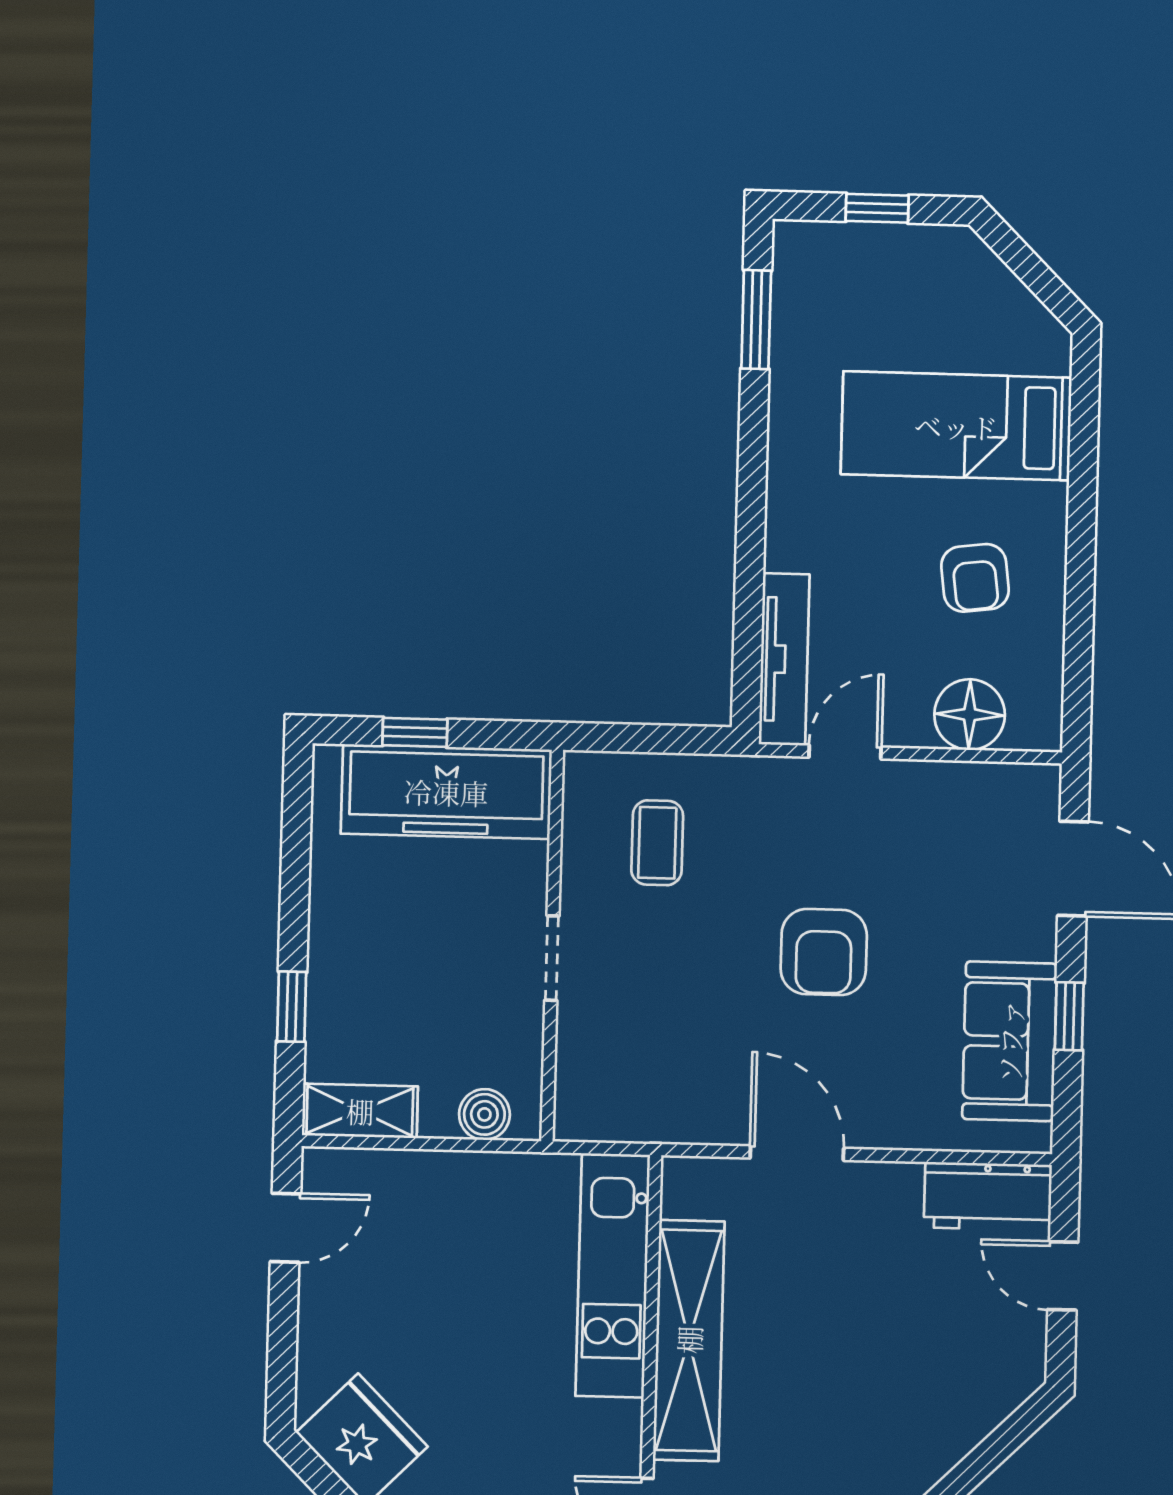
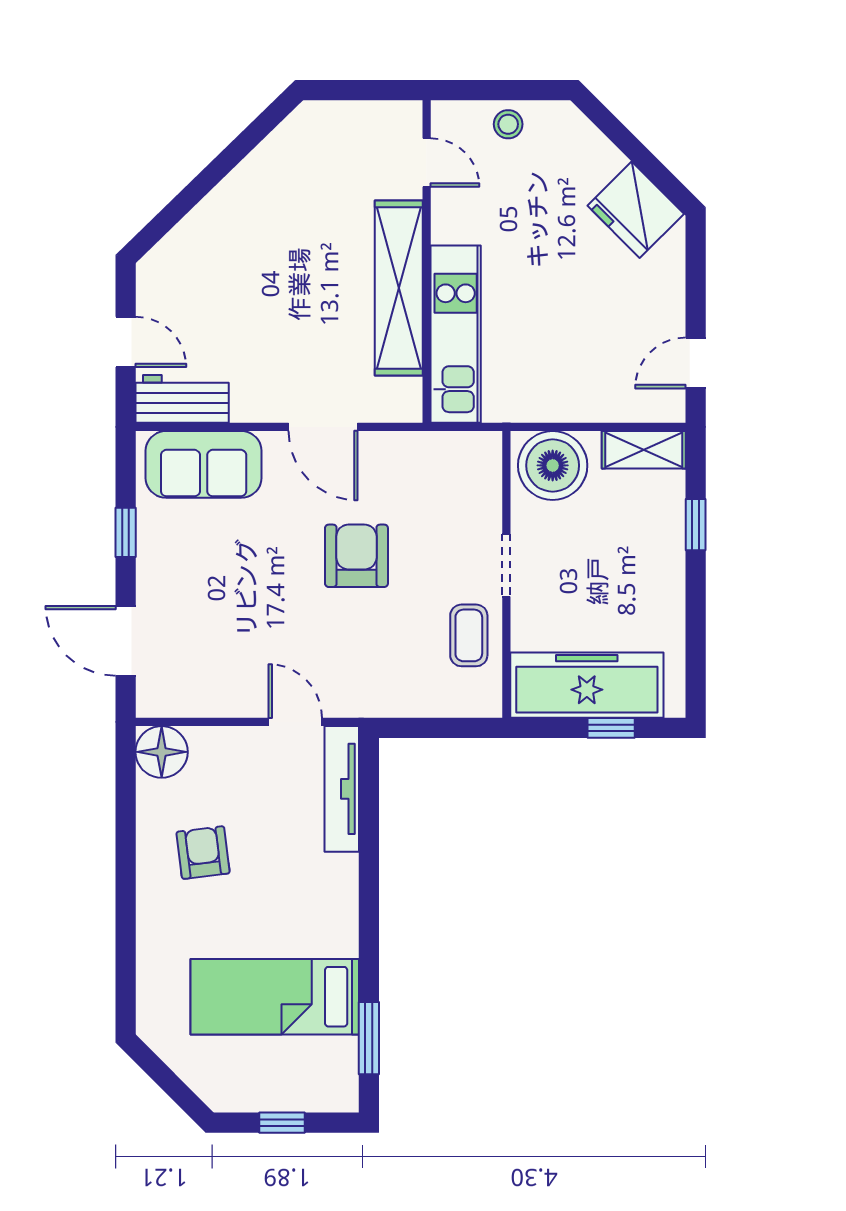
bed: (956, 426) -> (275, 997), moved, turned 180
floor lamp: (970, 715) -> (162, 752), moved
door: (845, 752) -> (295, 722), swing flipped
coffee table: (657, 843) -> (469, 635), moved
armchair: (824, 952) -> (356, 556), moved
sofa: (1010, 1041) -> (204, 464), moved, turned 90
boiler: (484, 1114) -> (553, 465), width x1.86, depth x1.86

